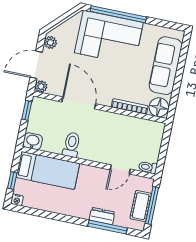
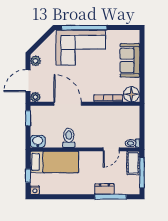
sofa: (166, 66) -> (130, 60), width x0.73
cot: (141, 206) -> (133, 163), moved

